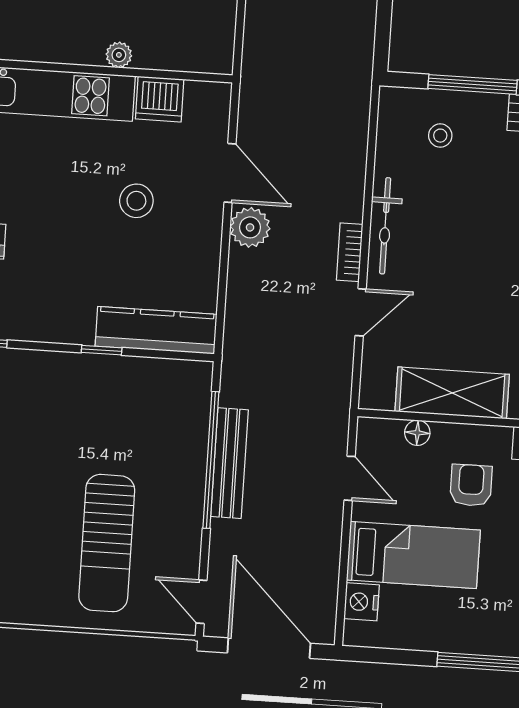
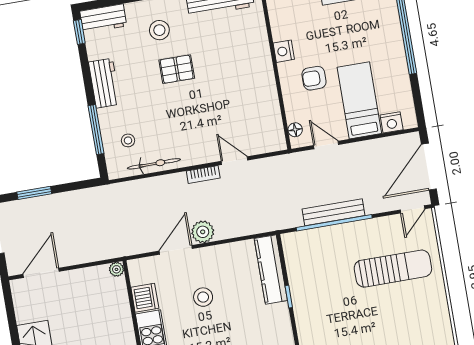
plant: (119, 55) -> (116, 269), moved
bicycle: (385, 226) -> (154, 164), moved
shelving: (452, 393) -> (266, 100), removed
floor lamp: (417, 433) -> (295, 130), moved
door: (350, 478) -> (326, 145), hinge flipped

